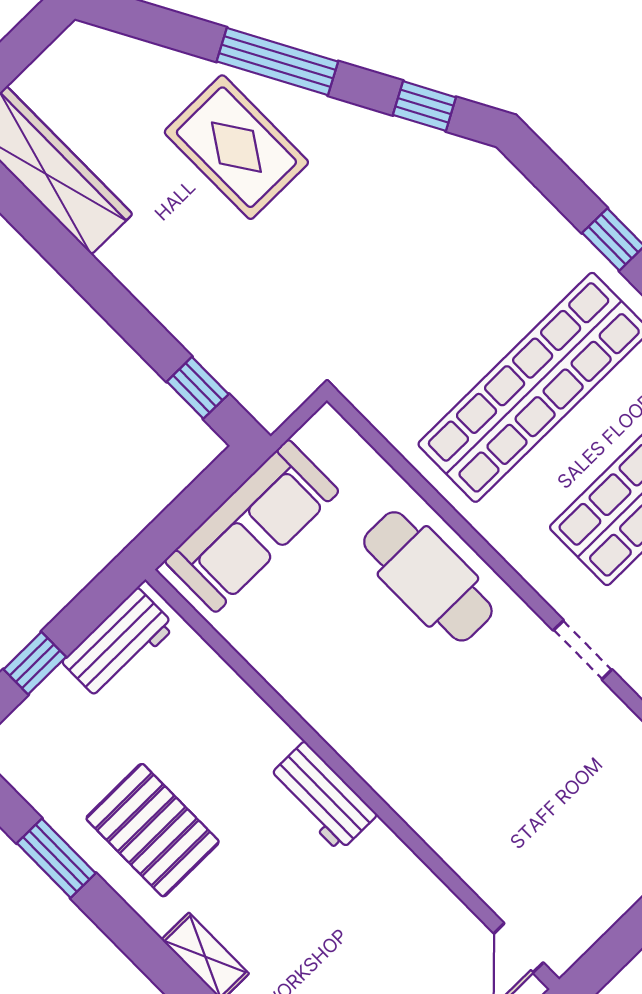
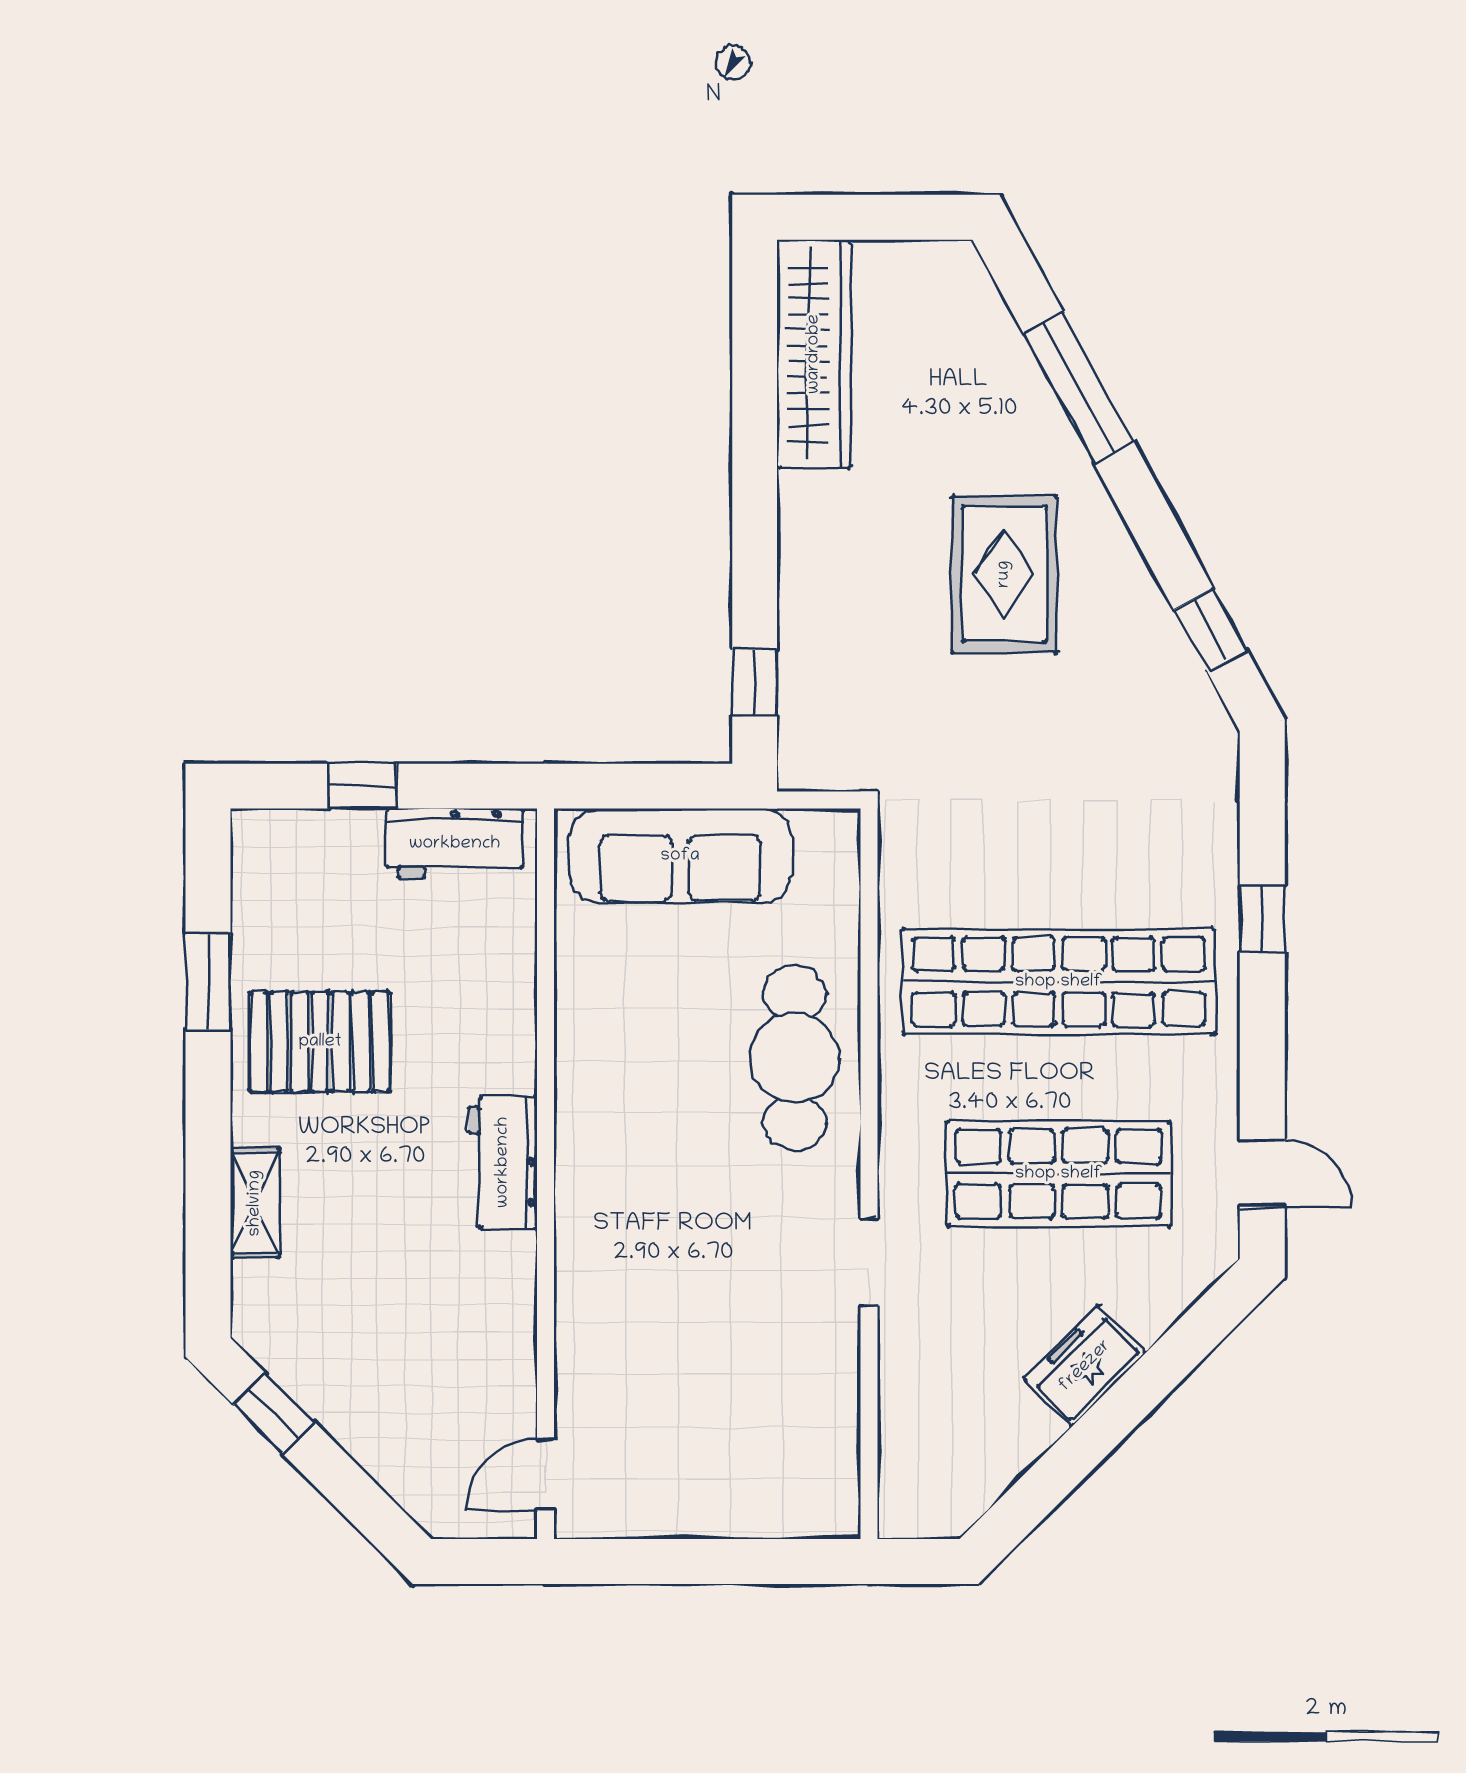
window: (277, 61) -> (1079, 388), moved
rug: (236, 147) -> (1004, 574), moved
pallet: (153, 830) -> (320, 1042), turned 90

